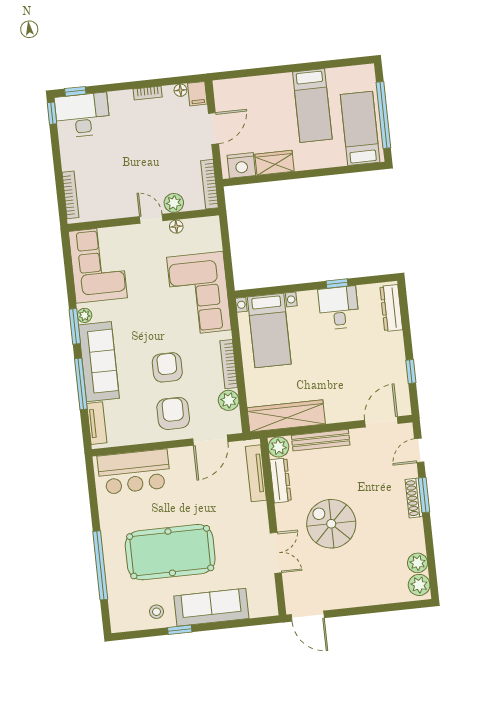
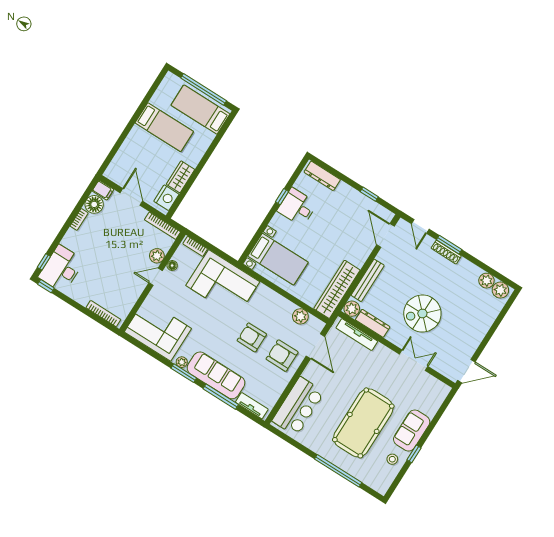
floor lamp: (180, 90) -> (94, 204), width x1.89, depth x1.89
bookcase: (229, 364) -> (195, 246), moved, width x0.64
sofa: (211, 607) -> (412, 431), width x0.73

